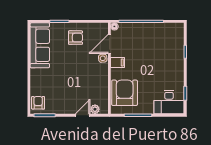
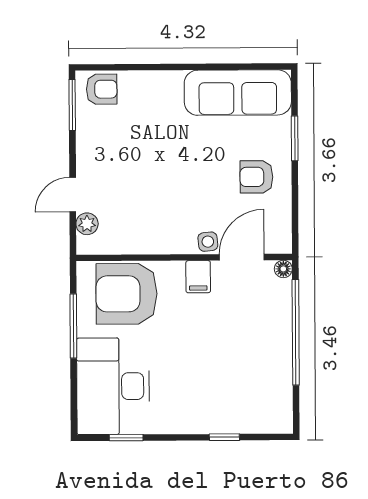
armchair: (75, 38) -> (256, 177), turned 90
door: (109, 44) -> (242, 257), hinge flipped
armchair: (125, 93) -> (126, 294), turned 180
desk: (169, 102) -> (113, 386), width x1.36, depth x1.30
door: (83, 115) -> (73, 195), swing flipped

